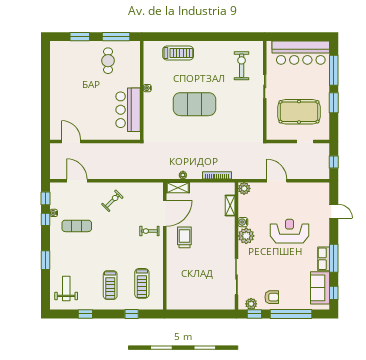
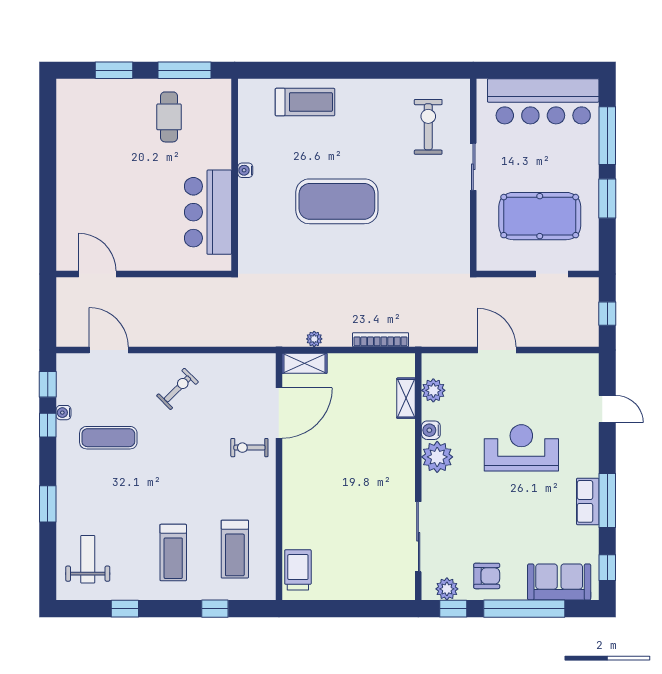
plant: (244, 188) -> (433, 390), moved
trolley: (184, 237) -> (298, 570), moved
sofa: (320, 288) -> (559, 582), moved, turned 90

